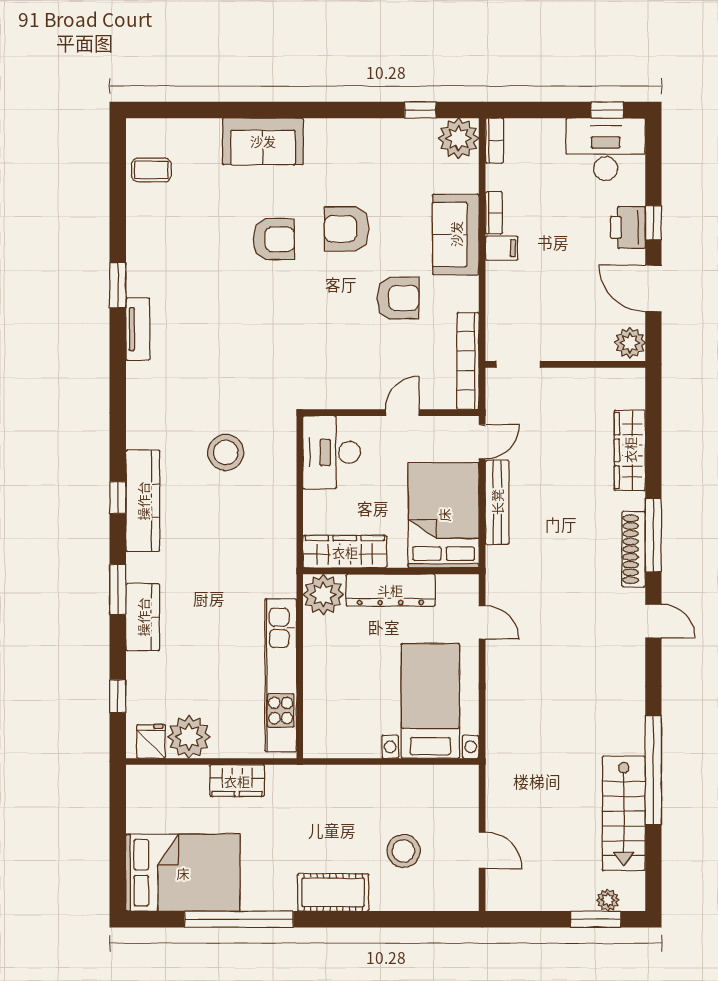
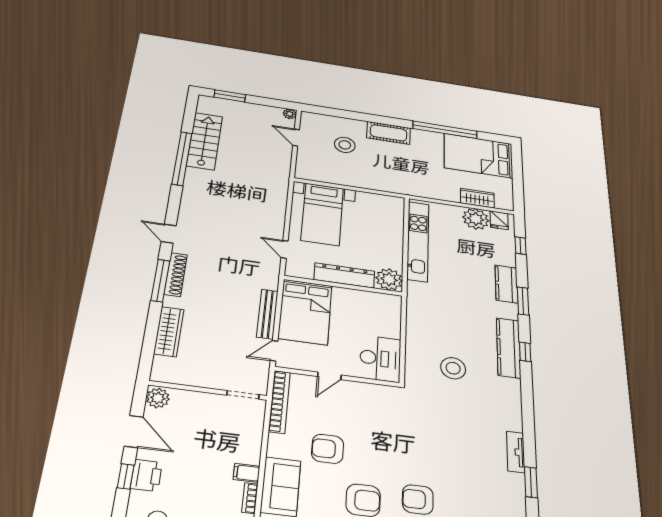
wardrobe: (345, 552) -> (374, 301), removed
wardrobe: (237, 781) -> (477, 198), moved
plant: (608, 900) -> (290, 114), moved

